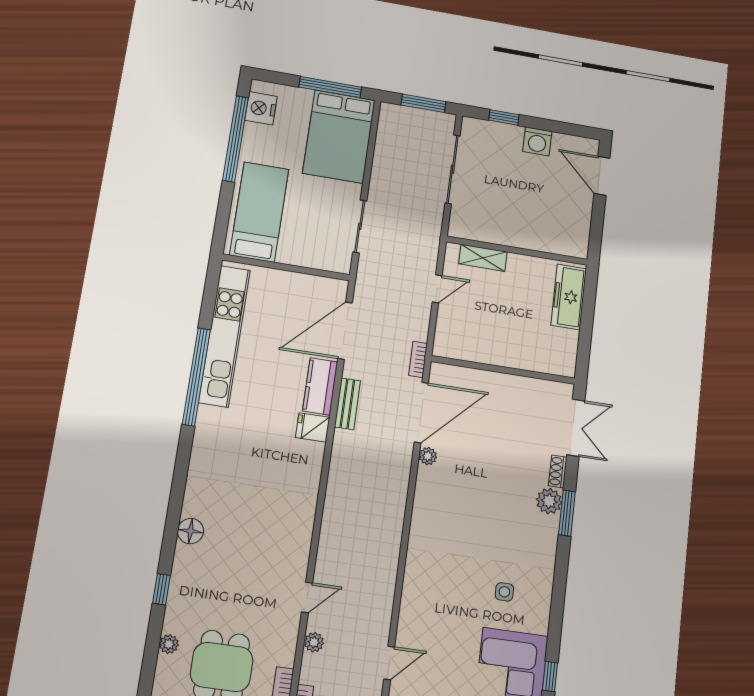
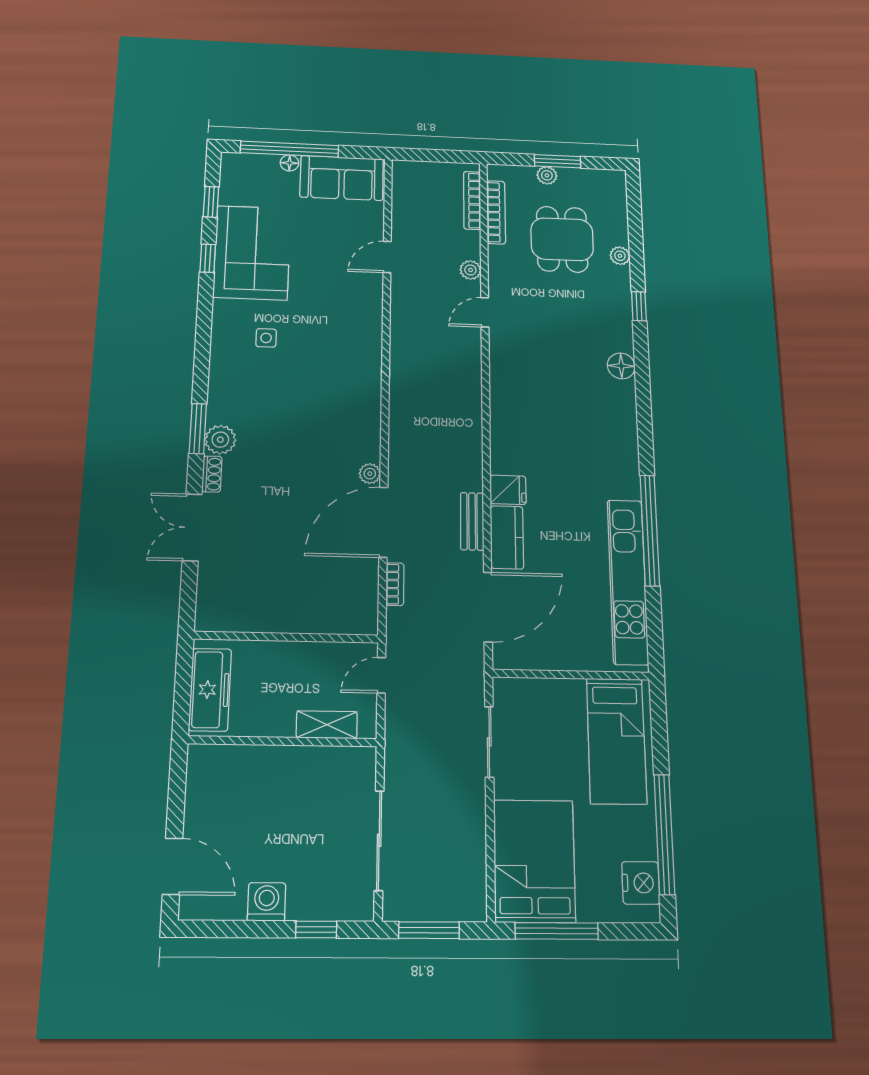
wall: (503, 370) -> (286, 637), moved

